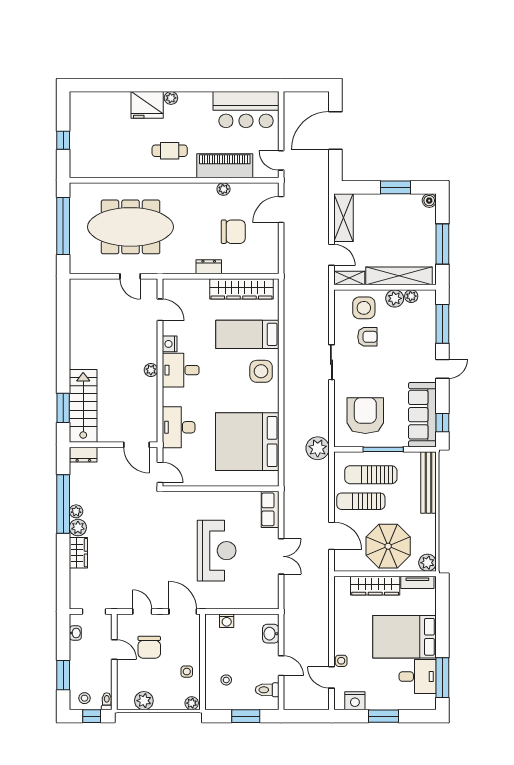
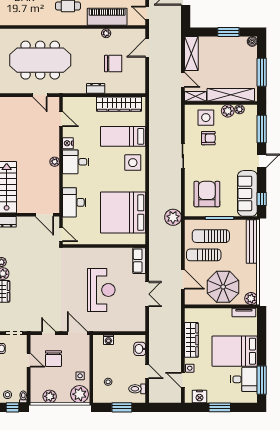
wardrobe: (375, 586) -> (191, 340), moved, turned -90
plant: (192, 703) -> (80, 394), width x1.87, depth x1.87

